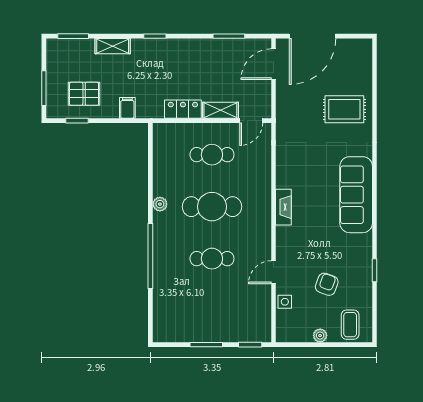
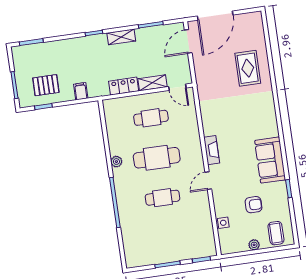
shelving: (113, 46) -> (121, 37), moved
rug: (344, 109) -> (248, 68), turned 90
door: (251, 121) -> (177, 87), hinge flipped
sofa: (356, 195) -> (270, 160), moved, width x0.73
door: (273, 272) -> (208, 181), moved
armchair: (327, 284) -> (254, 205), turned 70

